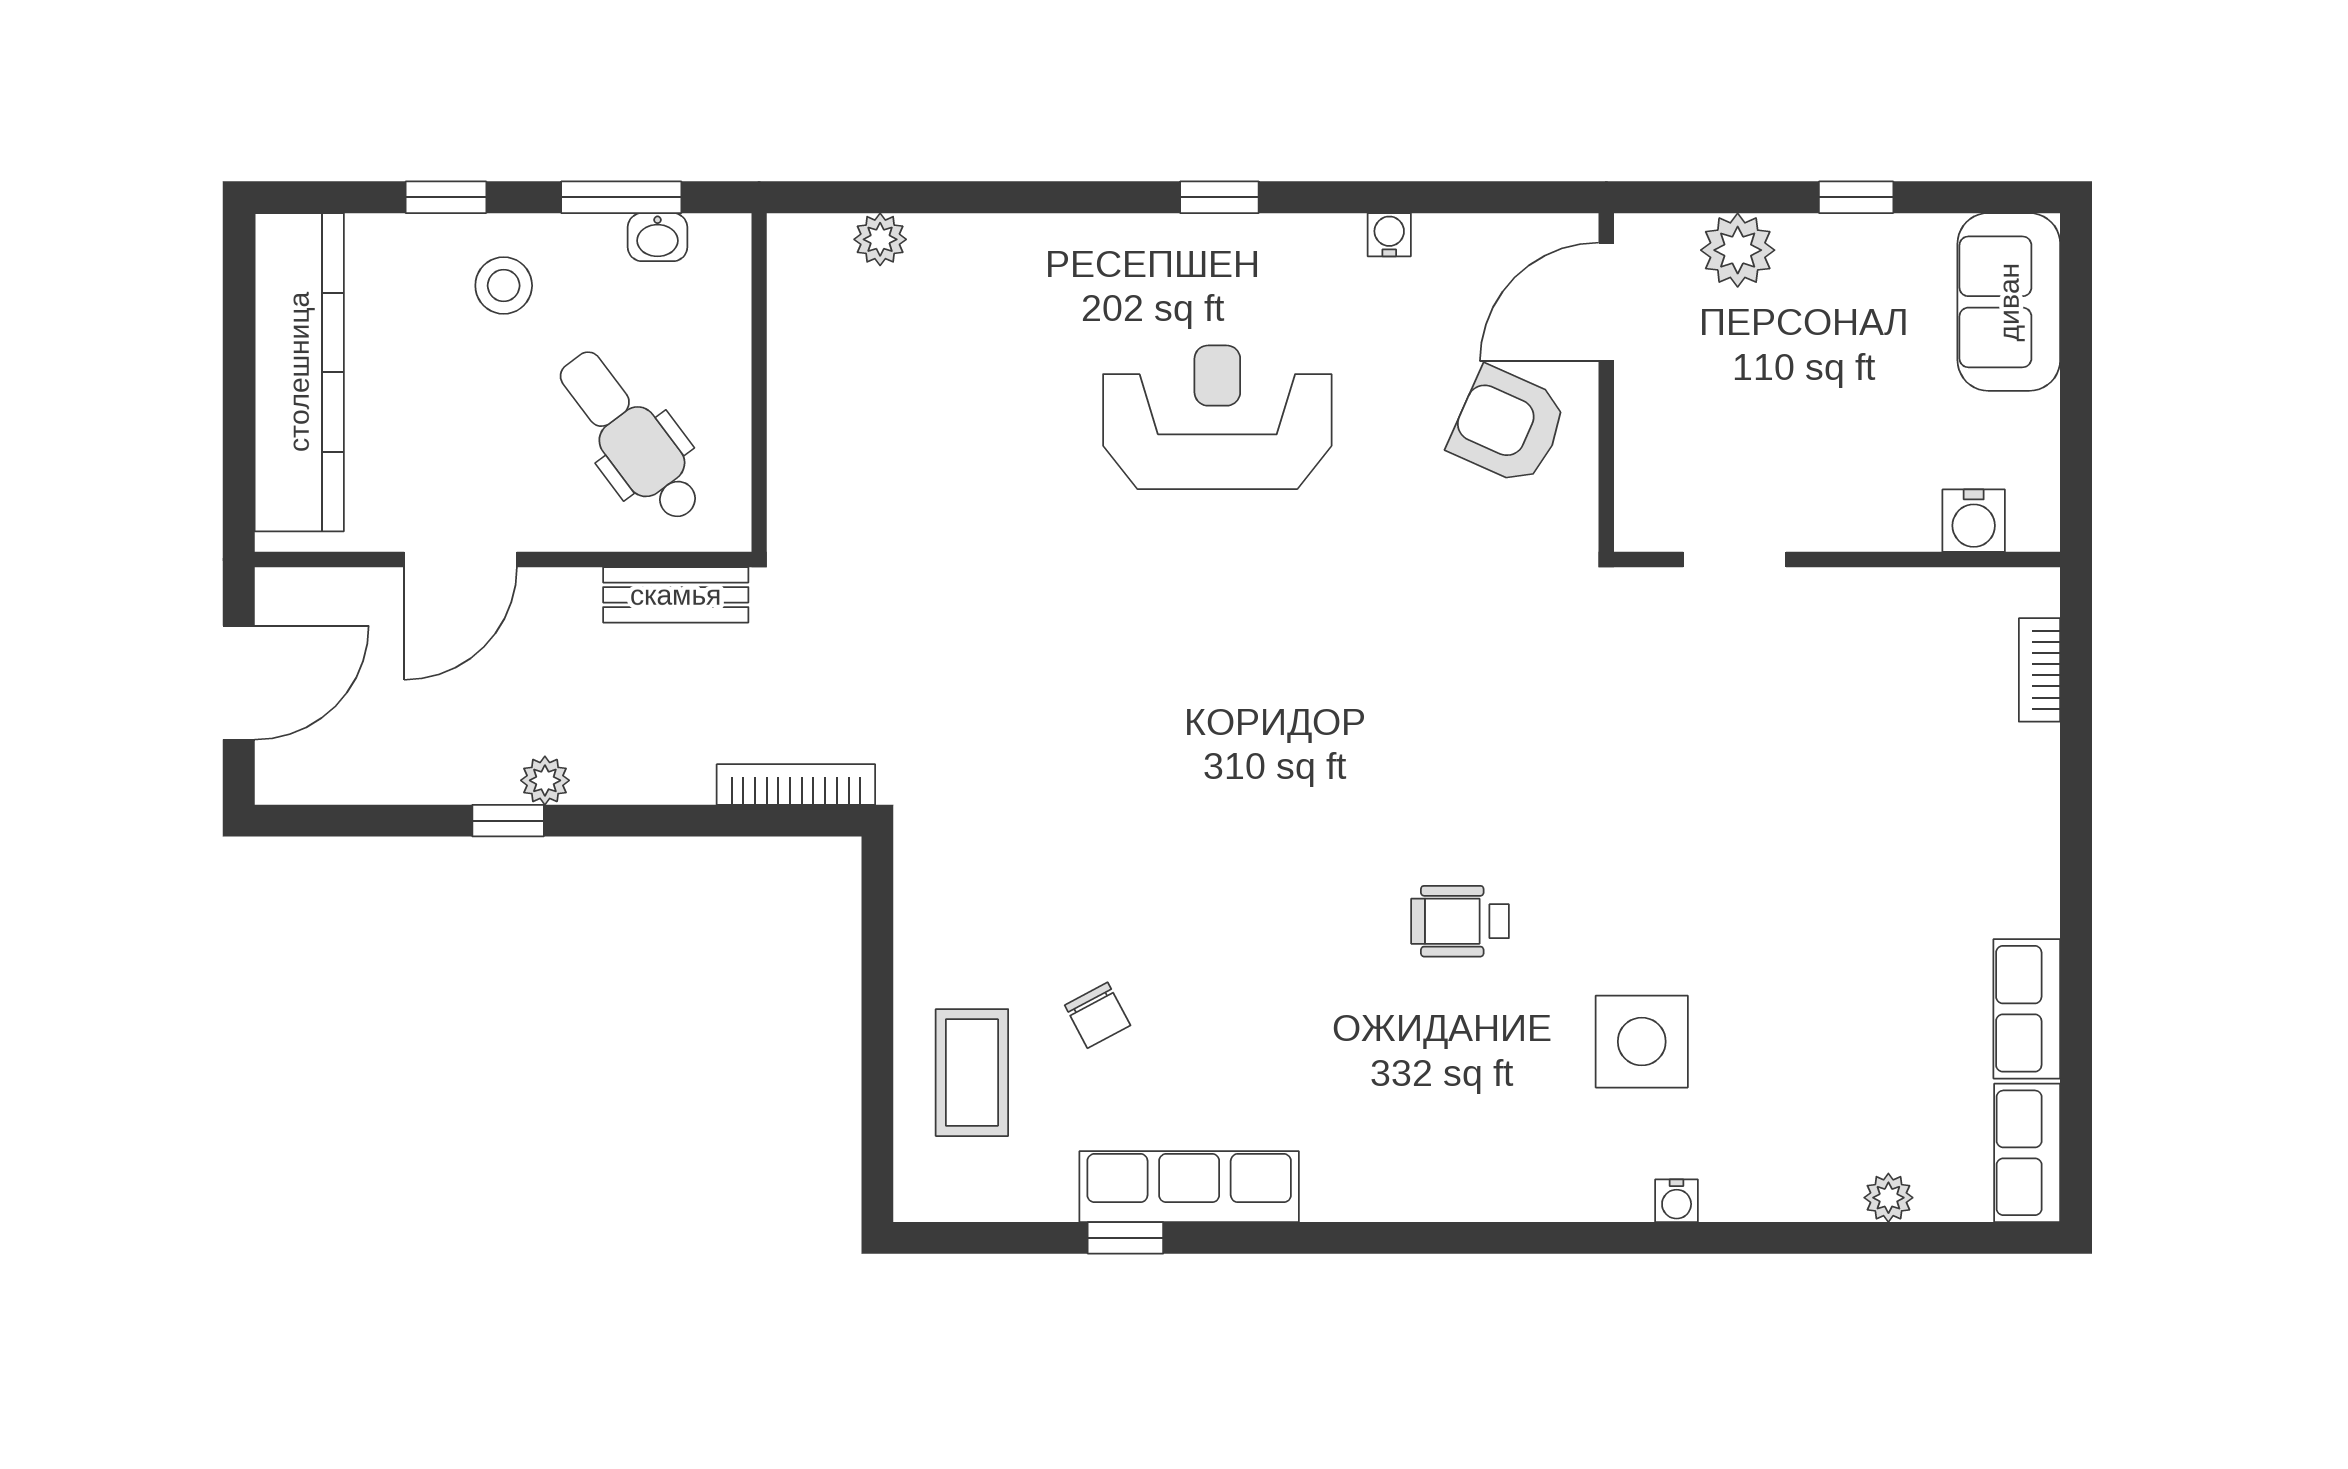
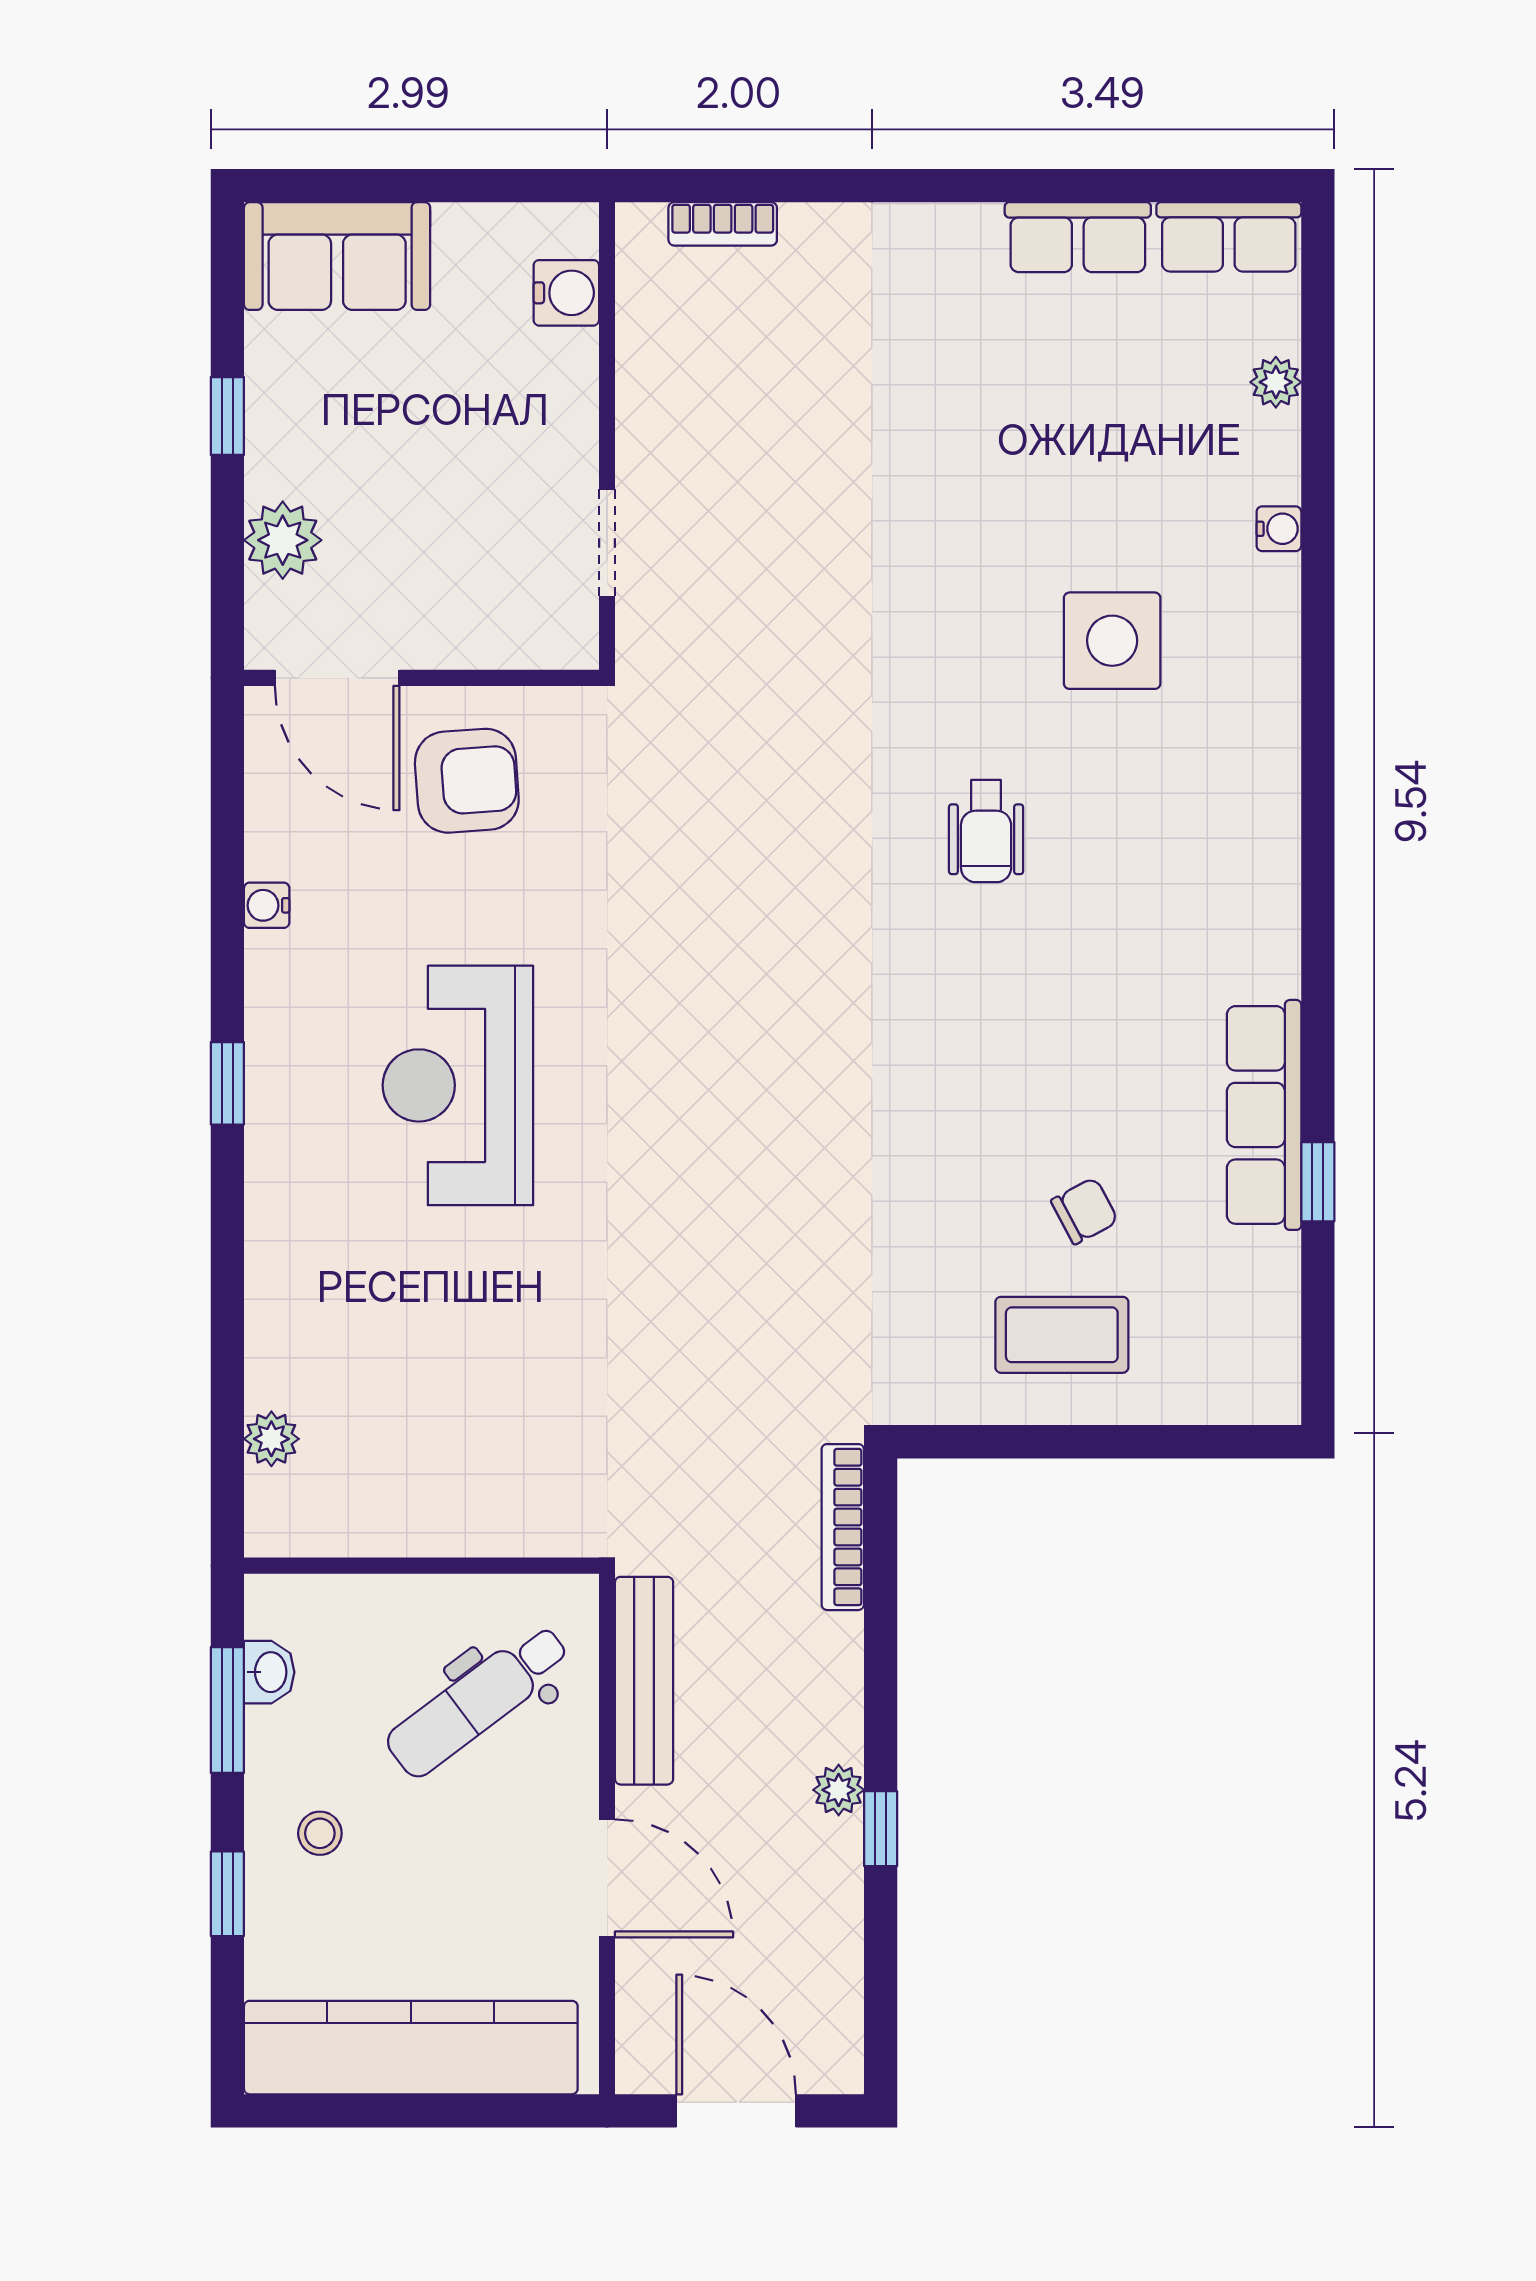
stool: (504, 286) -> (320, 1833), width x0.73, depth x0.73
armchair: (1508, 426) -> (467, 781), turned -118
bench: (676, 595) -> (644, 1681), width x1.36
coffee table: (972, 1073) -> (1062, 1335), moved
water cooler: (1677, 1201) -> (1279, 529), moved

